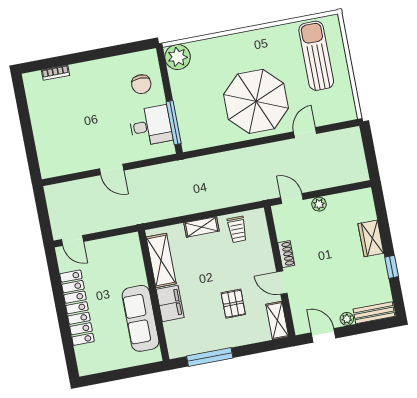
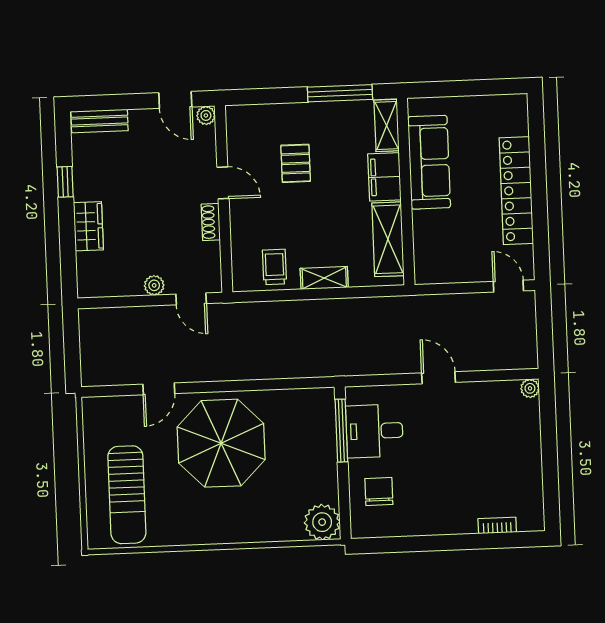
plant: (47, 172) -> (530, 388), added
plant: (347, 319) -> (206, 115), moved
shelving: (277, 320) -> (387, 125), moved

